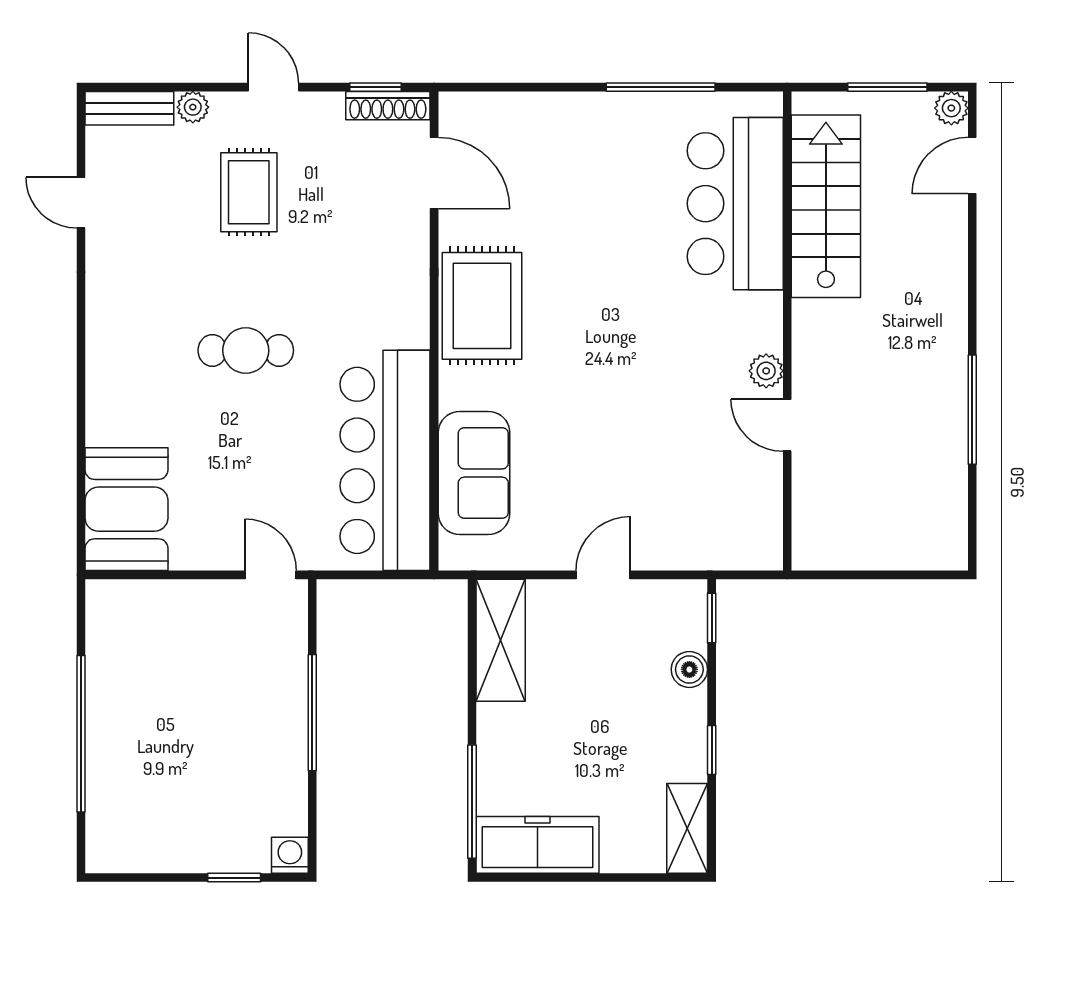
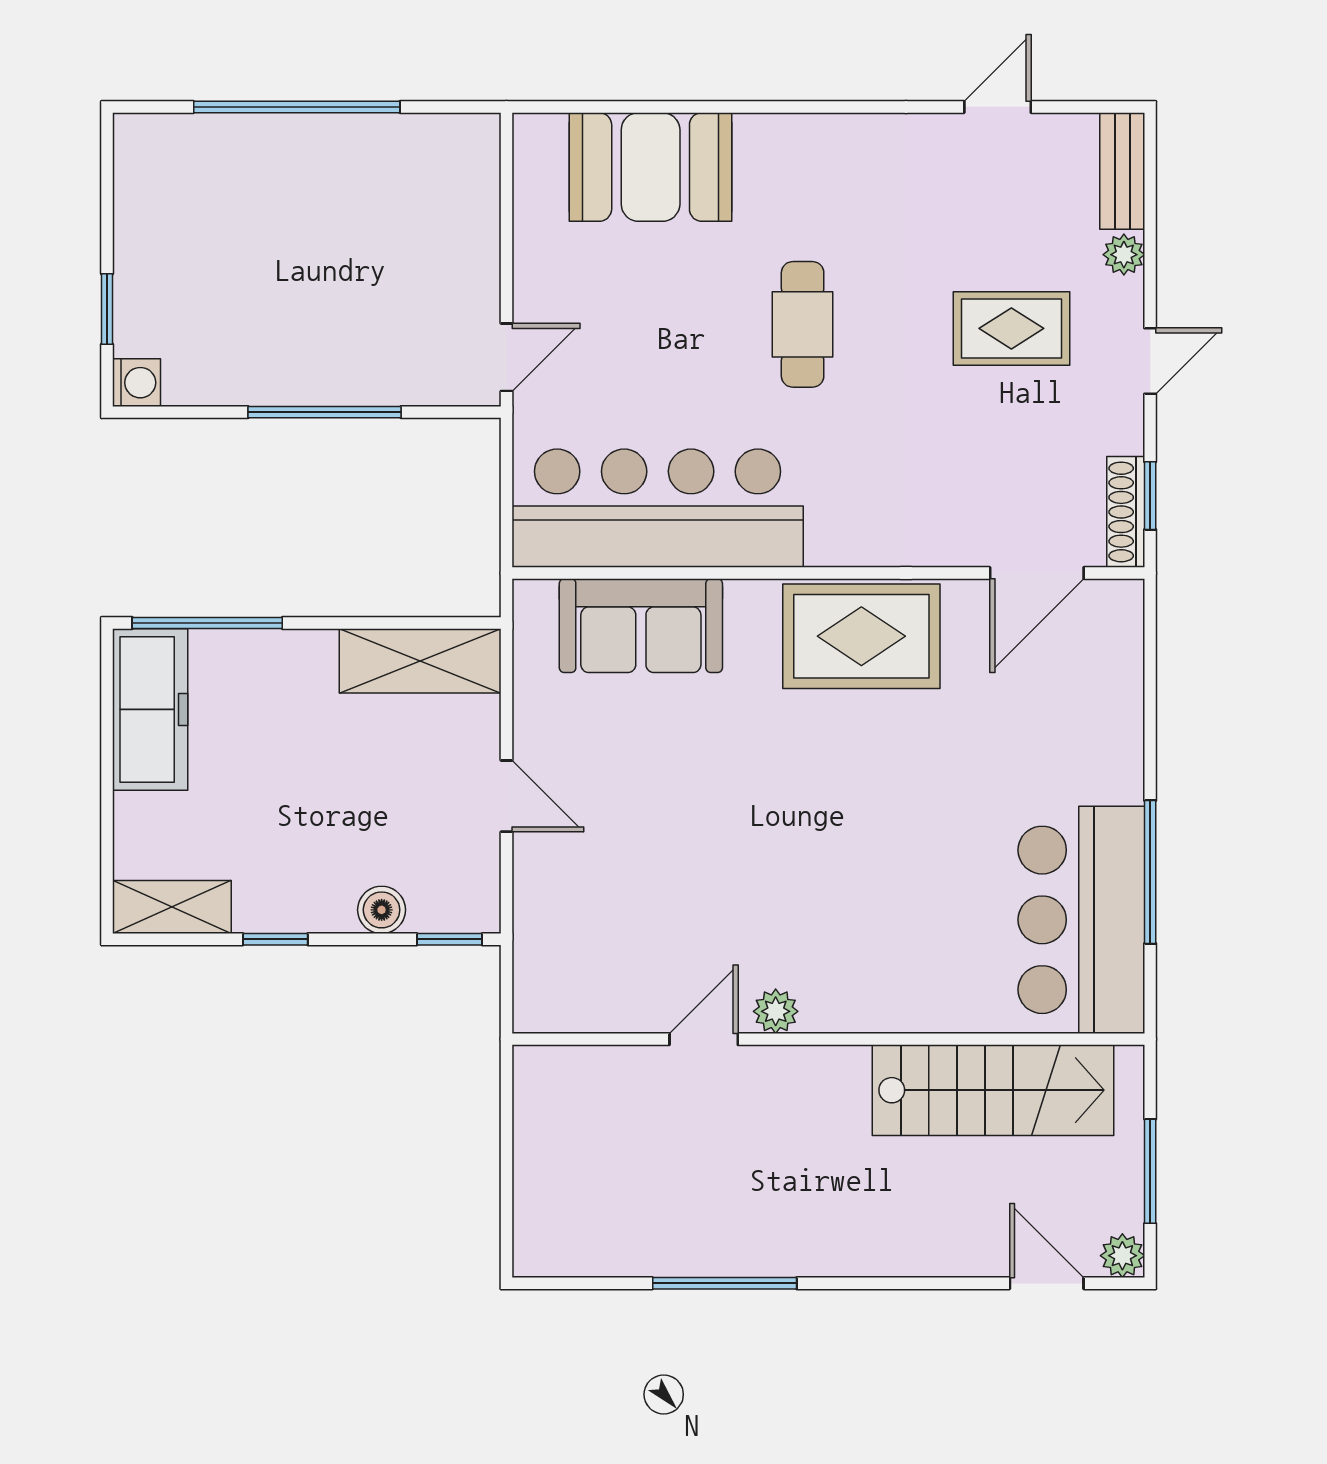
bar counter: (735, 204) -> (1081, 920), moved, turned -90
booth: (126, 509) -> (651, 167), moved

